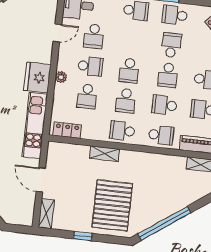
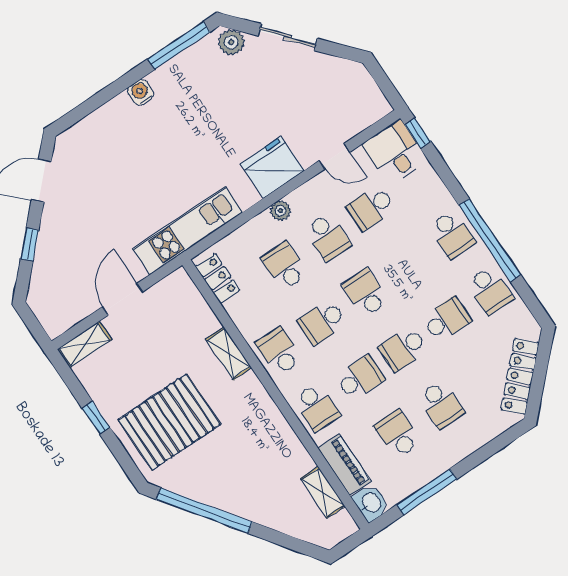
school desk: (175, 15) -> (490, 290), turned 180
school desk: (129, 71) -> (366, 293), turned 90
fridge: (37, 77) -> (272, 167), moved
school desk: (87, 96) -> (284, 266), turned 90
school desk: (164, 105) -> (360, 378), turned 90

